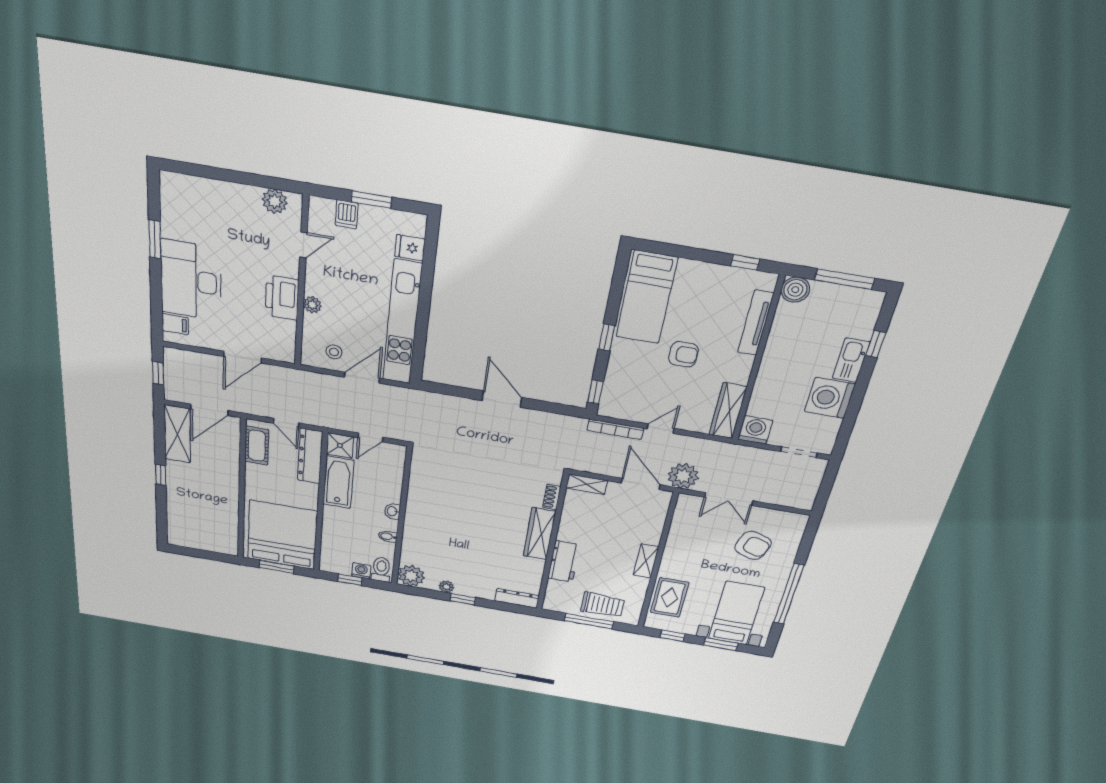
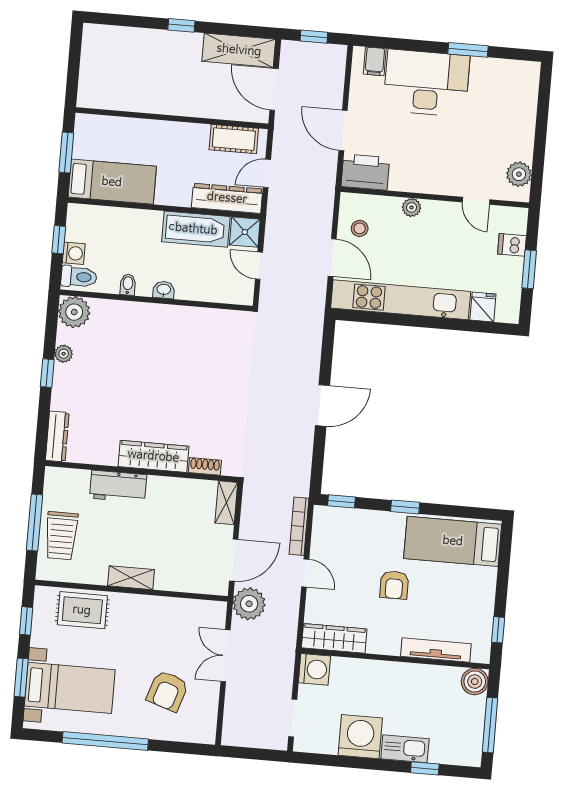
printer: (282, 298) -> (365, 172), moved
bed: (282, 535) -> (112, 182), width x0.49

